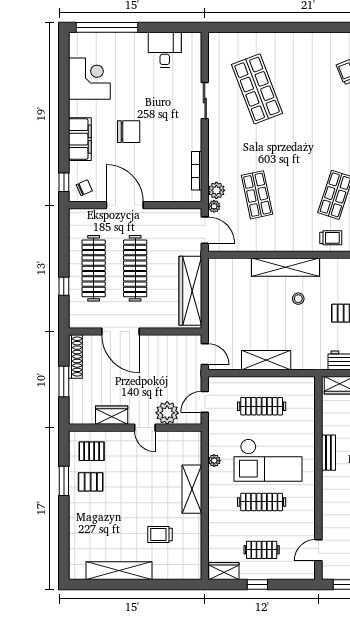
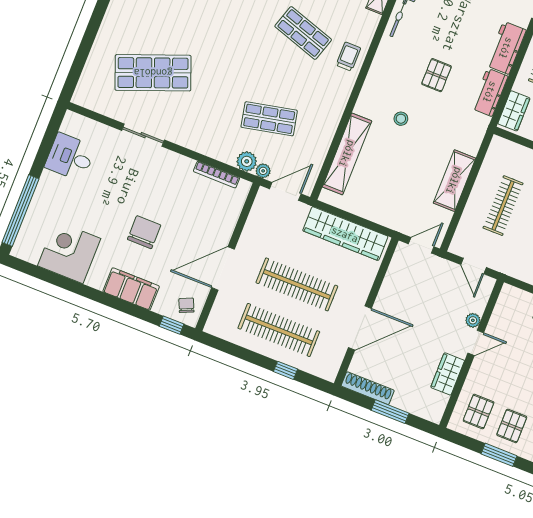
shelving: (286, 267) -> (347, 154), moved
plant: (167, 413) -> (473, 320), width x0.53, depth x0.53

